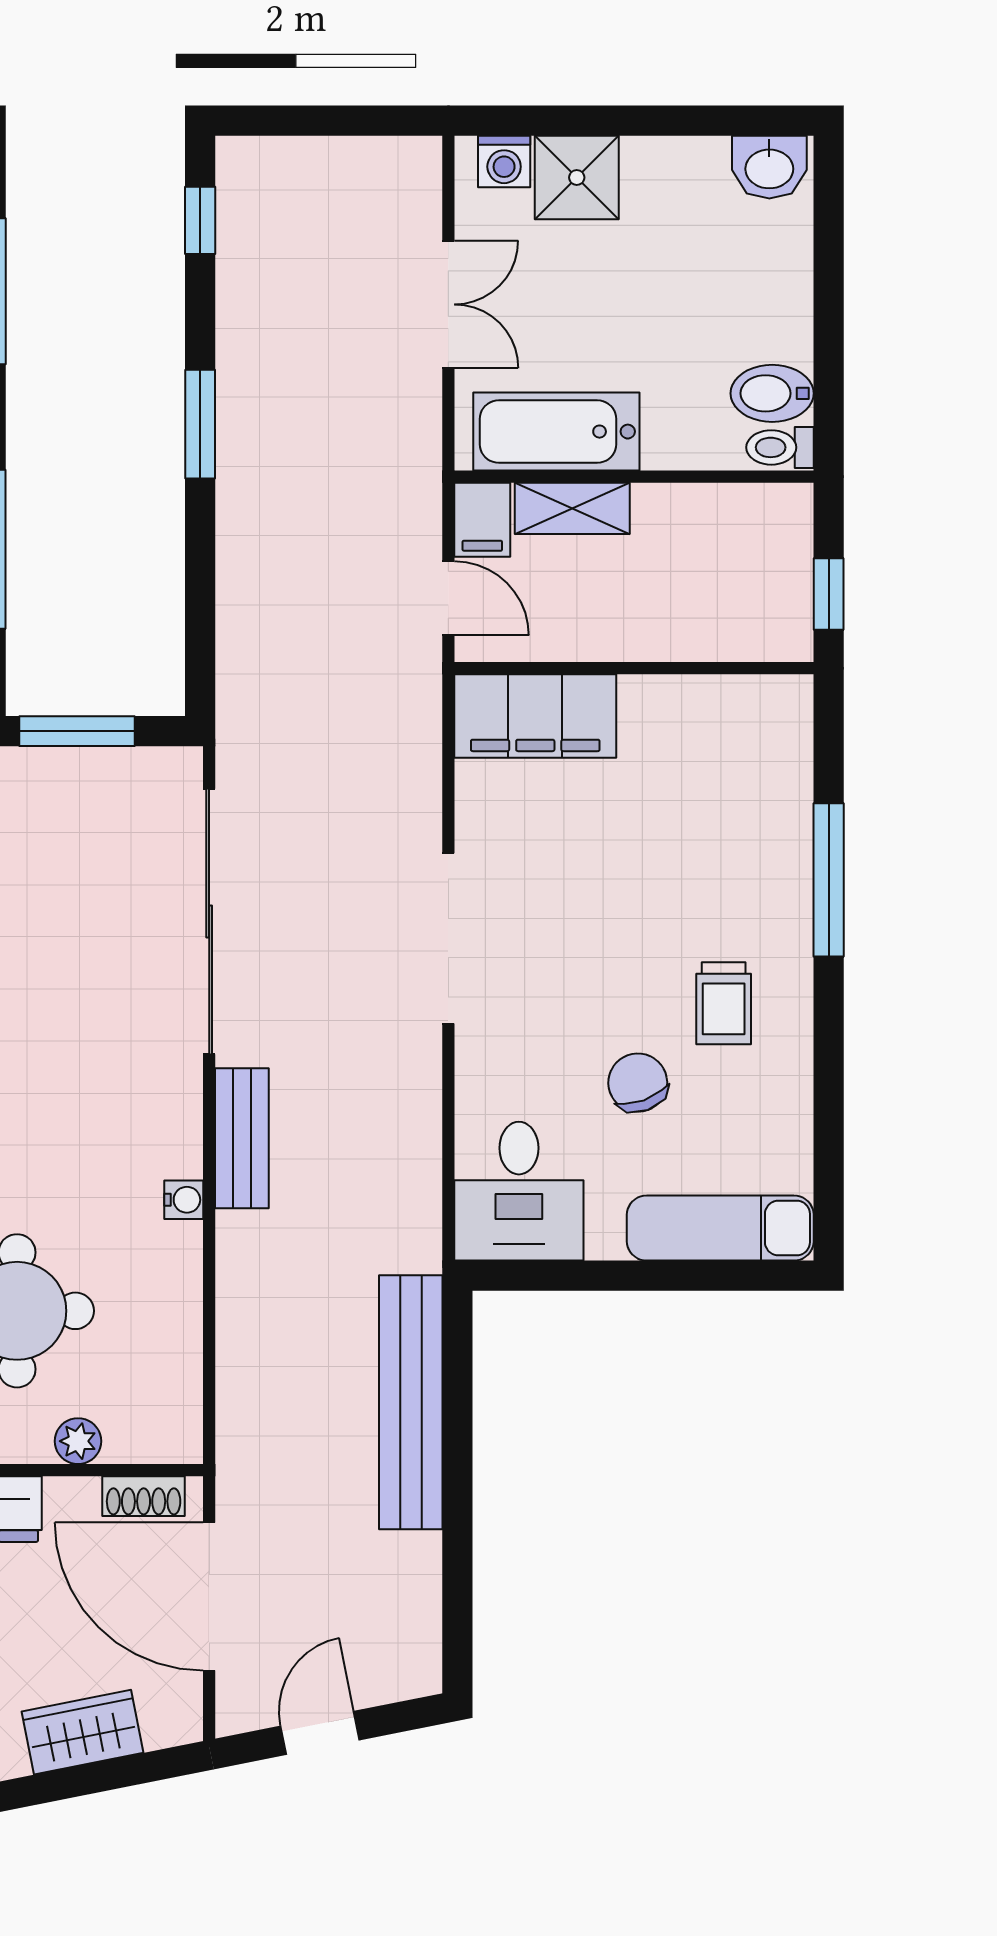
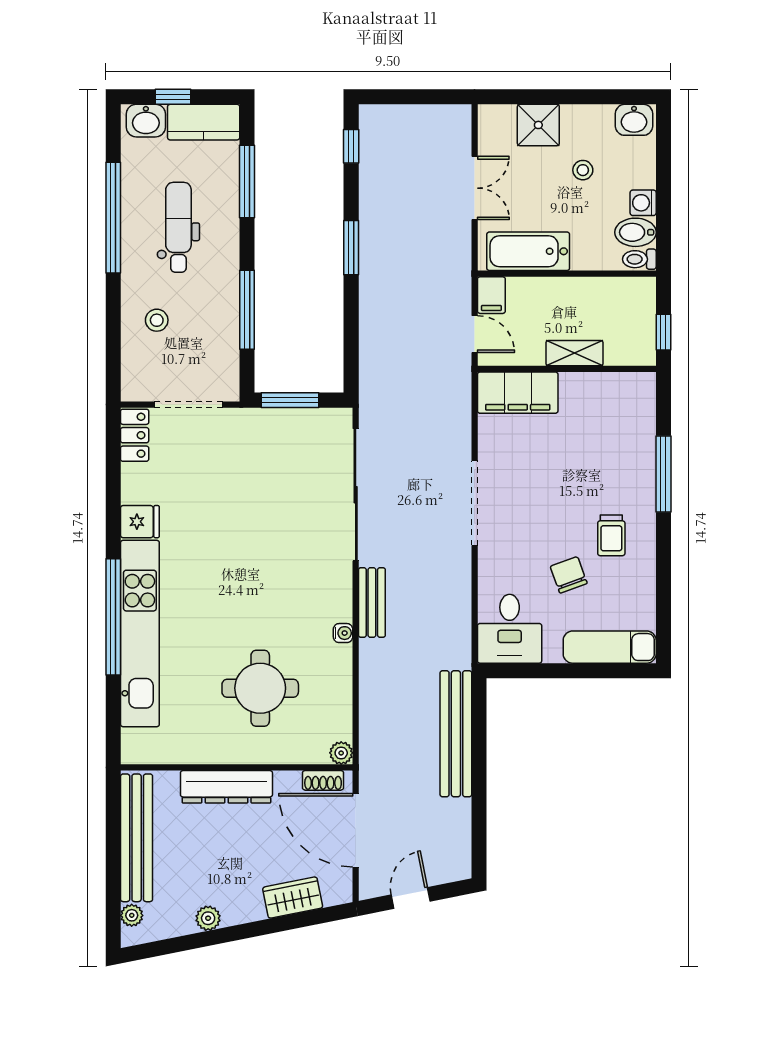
washing machine: (504, 161) -> (643, 203), moved, turned 90
stool: (666, 268) -> (583, 170), added
shelving: (572, 508) -> (575, 353), moved
plant: (78, 1441) -> (341, 753), moved

